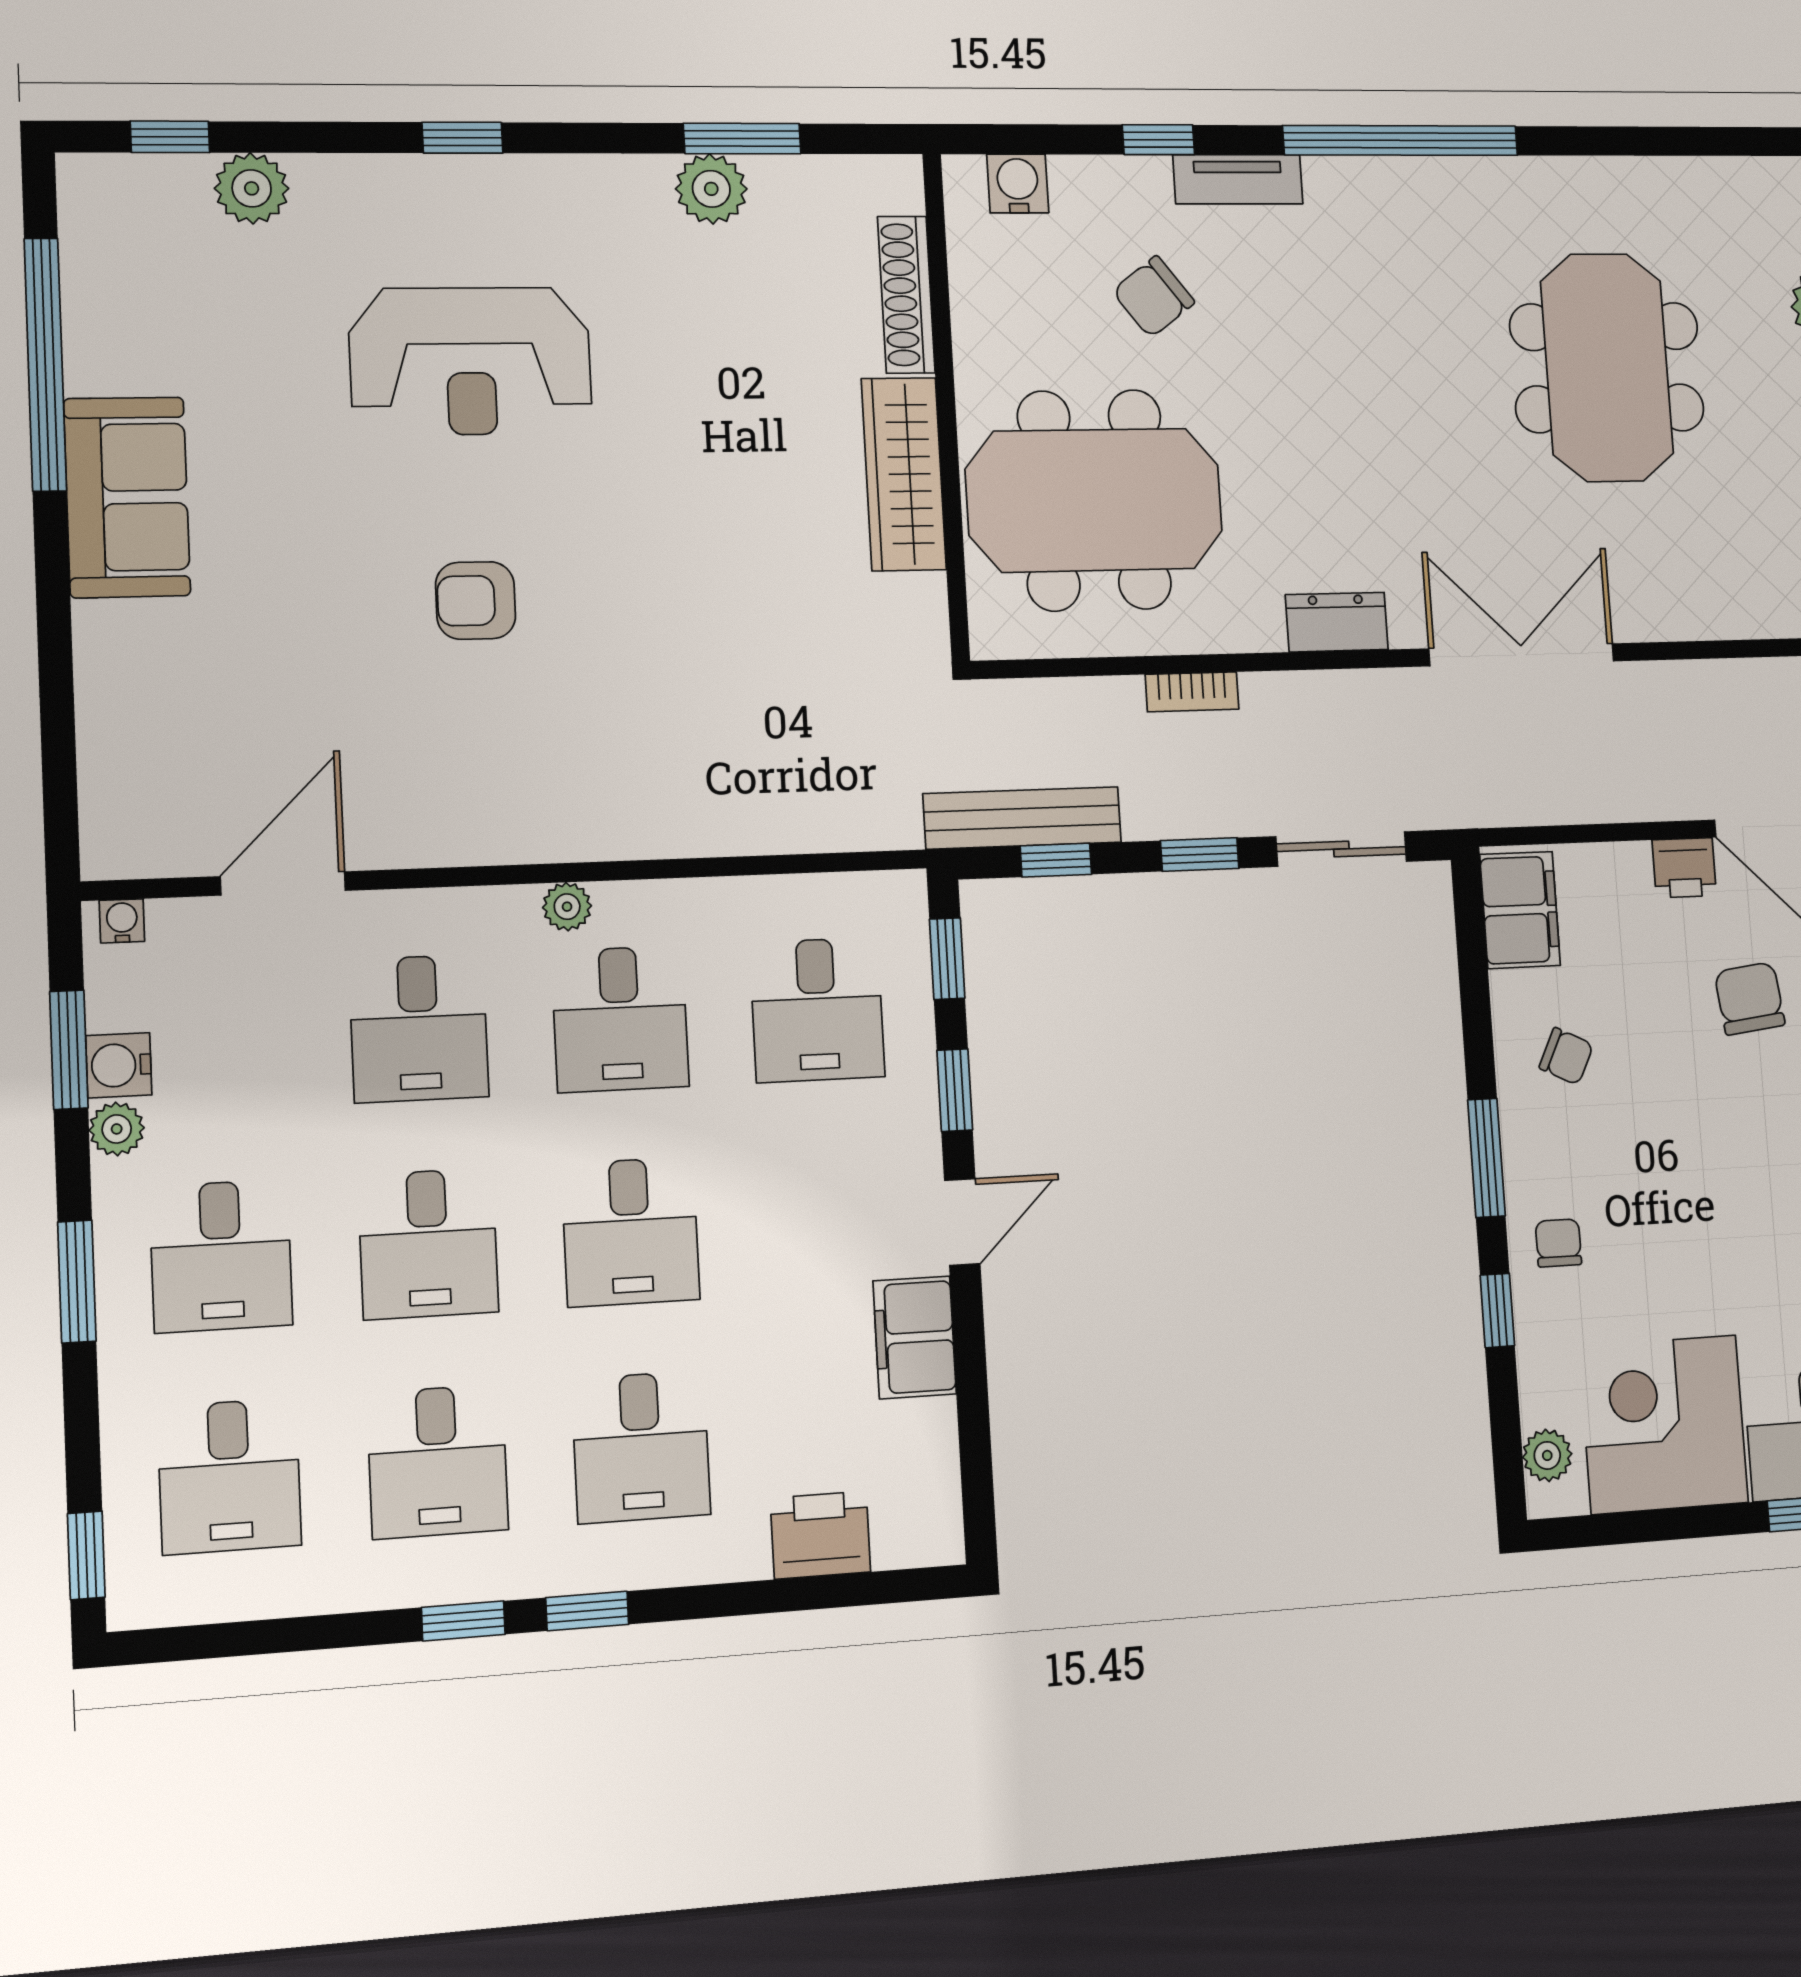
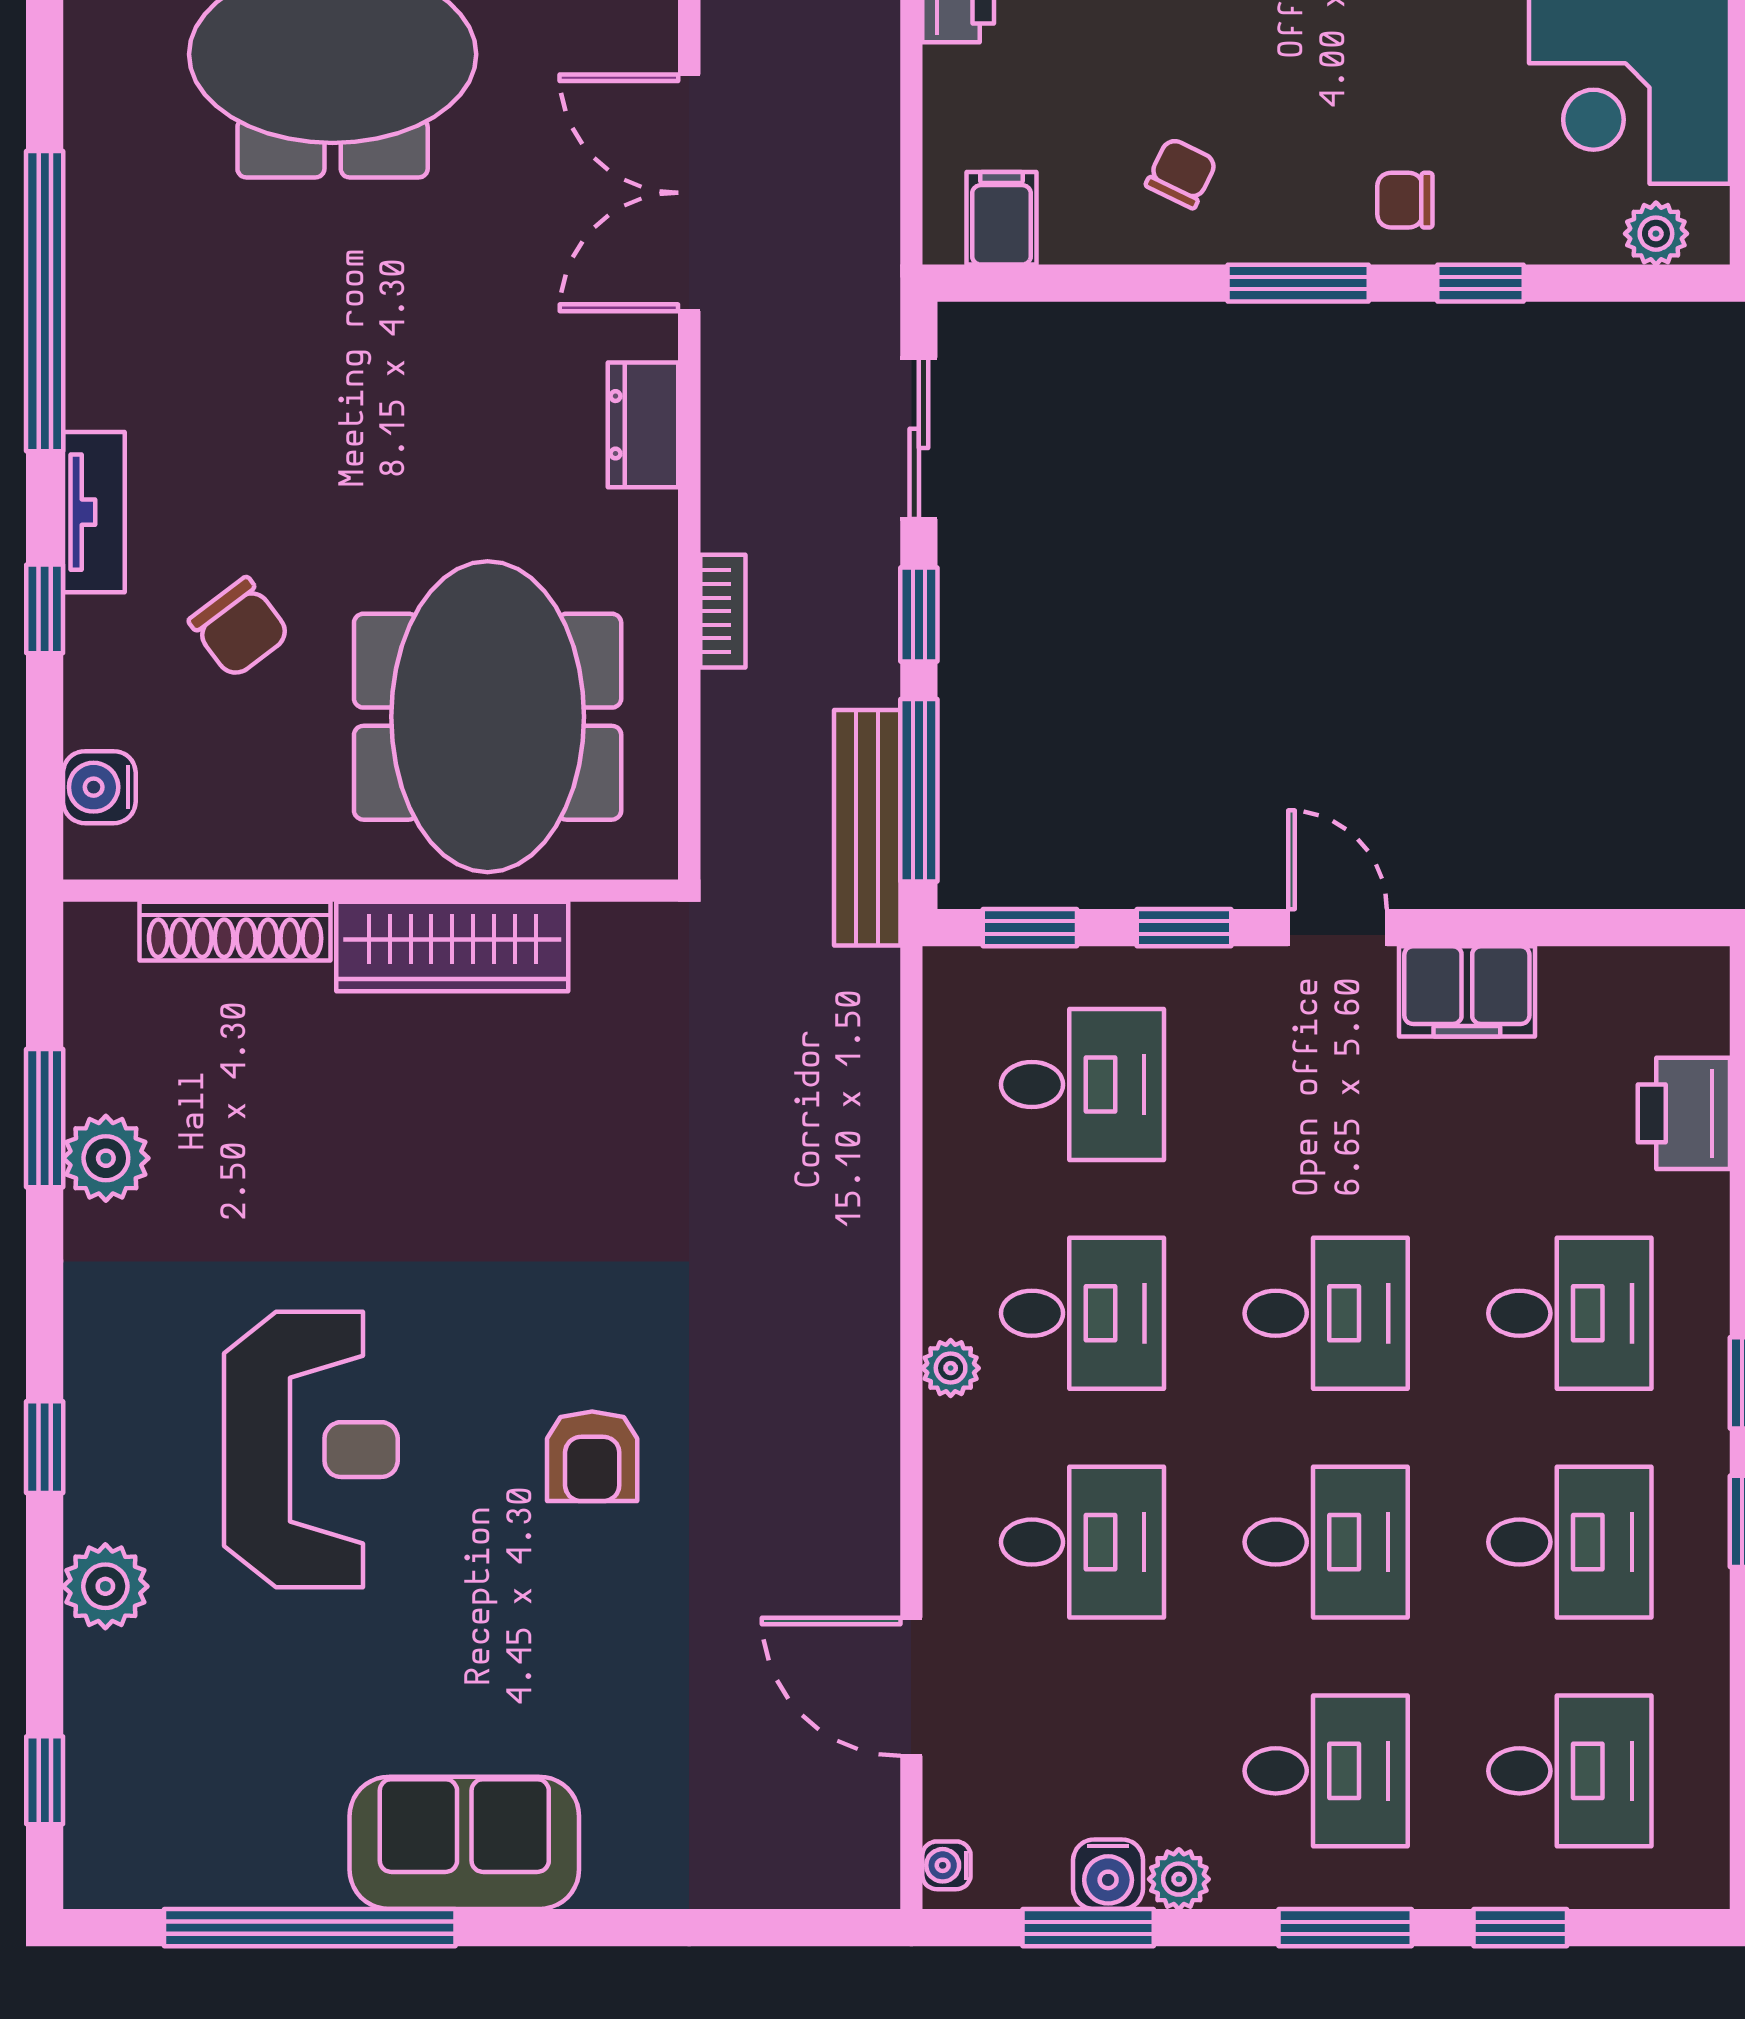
plant: (252, 188) -> (105, 1586), moved
window: (1056, 860) -> (919, 790), width x2.17
filing cabinet: (1520, 910) -> (1001, 218), width x0.50
window: (86, 1555) -> (1520, 1928), moved

